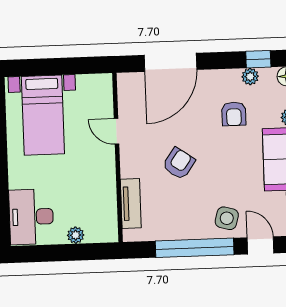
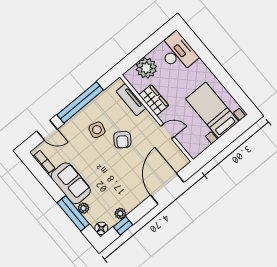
armchair: (234, 114) -> (114, 188), removed
wardrobe: (104, 182) -> (154, 100), added
side table: (227, 218) -> (97, 130), moved
plant: (76, 235) -> (146, 68), width x1.88, depth x1.88

